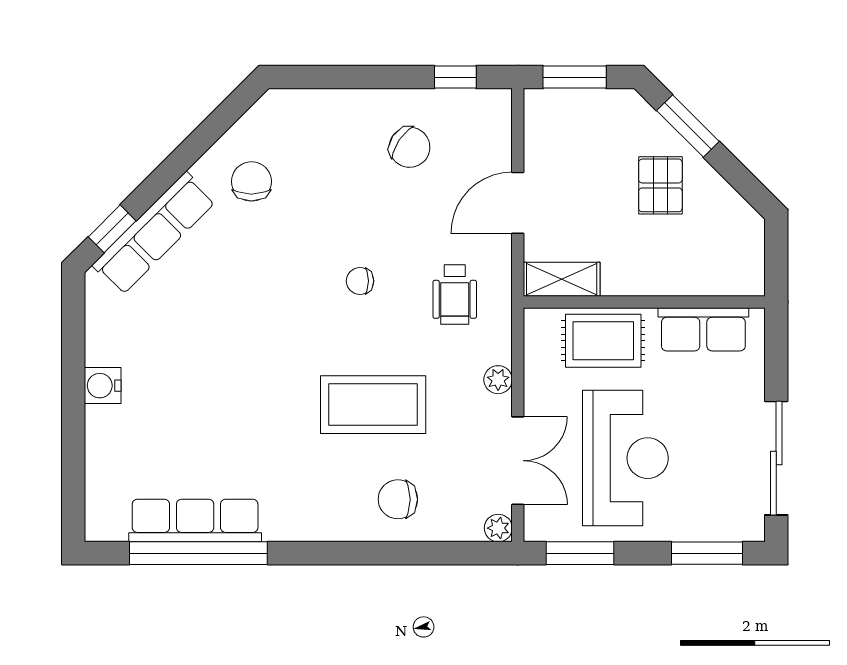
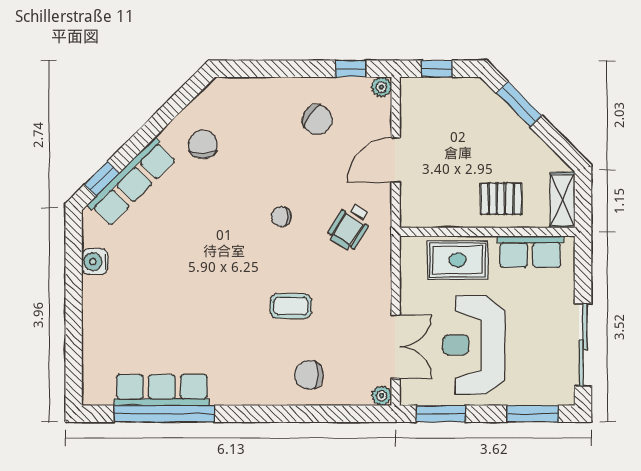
window: (575, 77) -> (437, 69), width x0.67
pallet: (660, 185) -> (501, 199), moved, turned 90
shelving: (562, 279) -> (562, 200), moved, turned 90
wheelchair: (455, 295) -> (350, 226), turned 32
plant: (498, 380) -> (381, 87), moved
water cooler: (103, 386) -> (95, 262), moved
coffee table: (373, 405) -> (291, 306), width x0.54, depth x0.58
reception desk: (625, 458) -> (474, 345), turned 180

